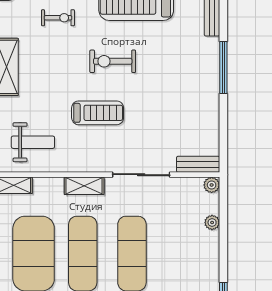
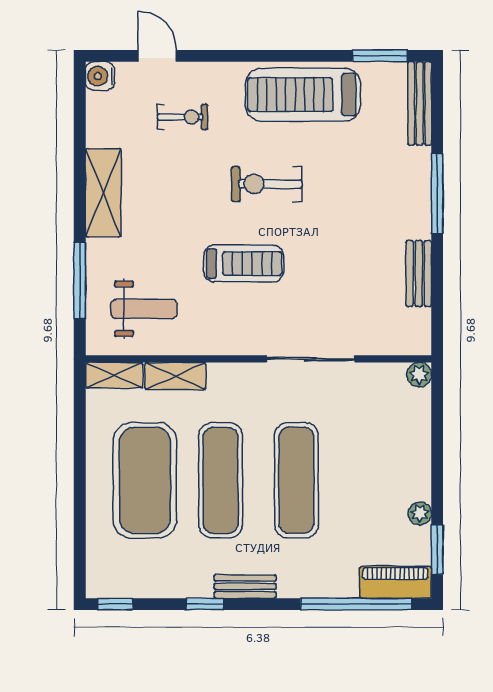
bench: (198, 164) -> (419, 273), moved, turned 90
shelving: (84, 186) -> (175, 376), moved
plant: (212, 222) -> (420, 513), moved

